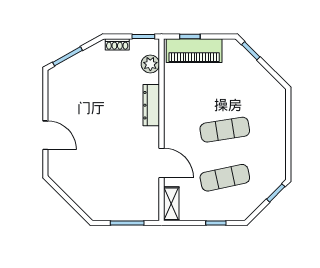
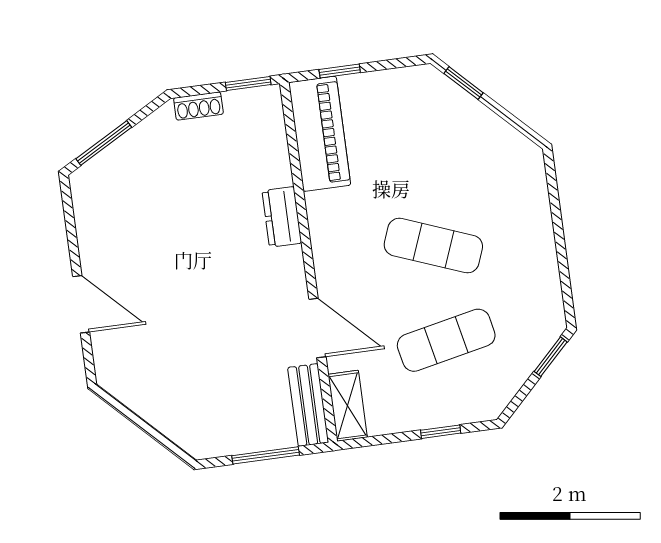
piano: (194, 51) -> (320, 134), moved, turned -90
plant: (150, 64) -> (269, 136), removed
dresser: (151, 105) -> (282, 217), width x0.70
exercise mat: (225, 130) -> (433, 246), turned 30
bench: (152, 201) -> (308, 405), added

